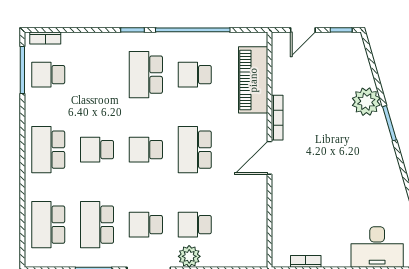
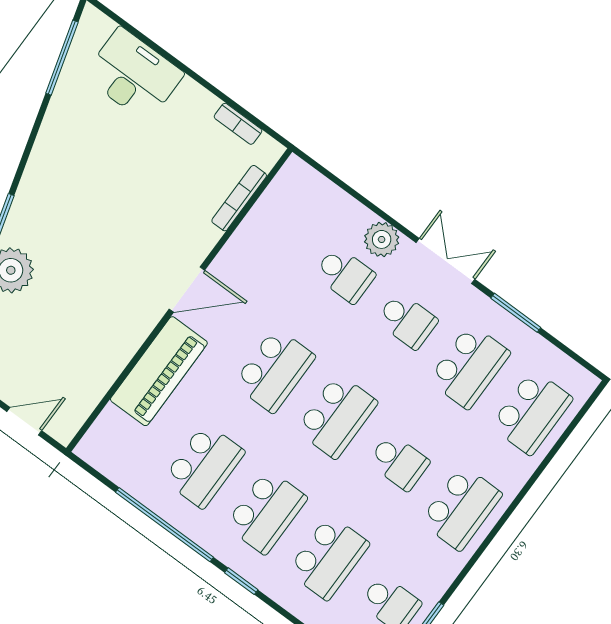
school desk: (97, 75) -> (328, 558), added
school desk: (195, 75) -> (204, 466), width x1.85
piano: (253, 80) -> (159, 371), moved
bookcase: (277, 118) -> (239, 198), moved
school desk: (146, 150) -> (337, 416), width x1.85

